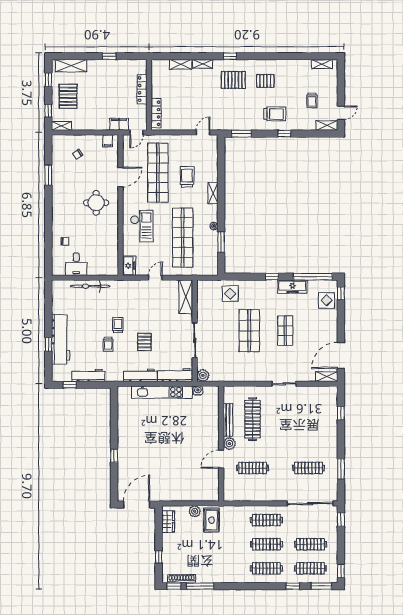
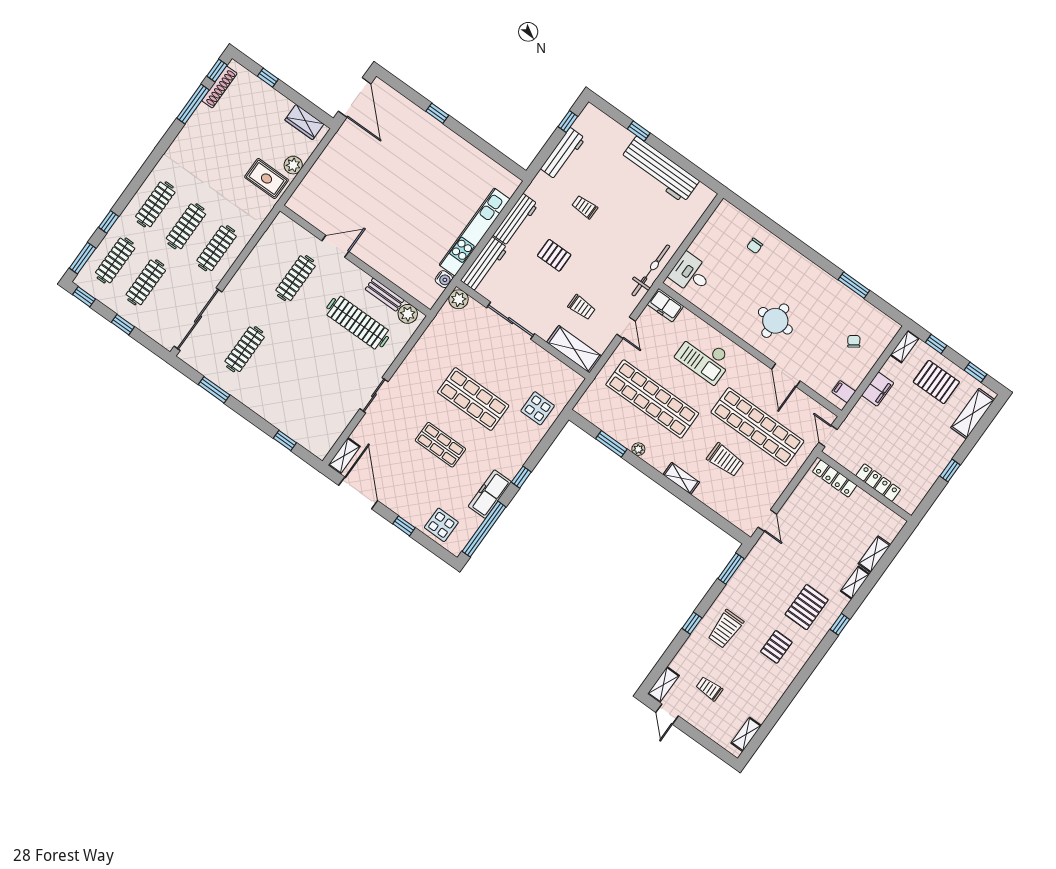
filing cabinet: (119, 124) -> (878, 389), moved
desk: (76, 264) -> (691, 274), moved
bicycle: (90, 286) -> (651, 270), moved
window: (341, 293) -> (404, 526), moved
trolley: (118, 325) -> (582, 307), moved
workbench: (61, 339) -> (660, 170), moved
bench: (228, 420) -> (385, 295), width x0.73
plant: (229, 444) -> (408, 314), moved
door: (221, 459) -> (335, 246), hinge flipped
window: (341, 520) -> (123, 325), moved

